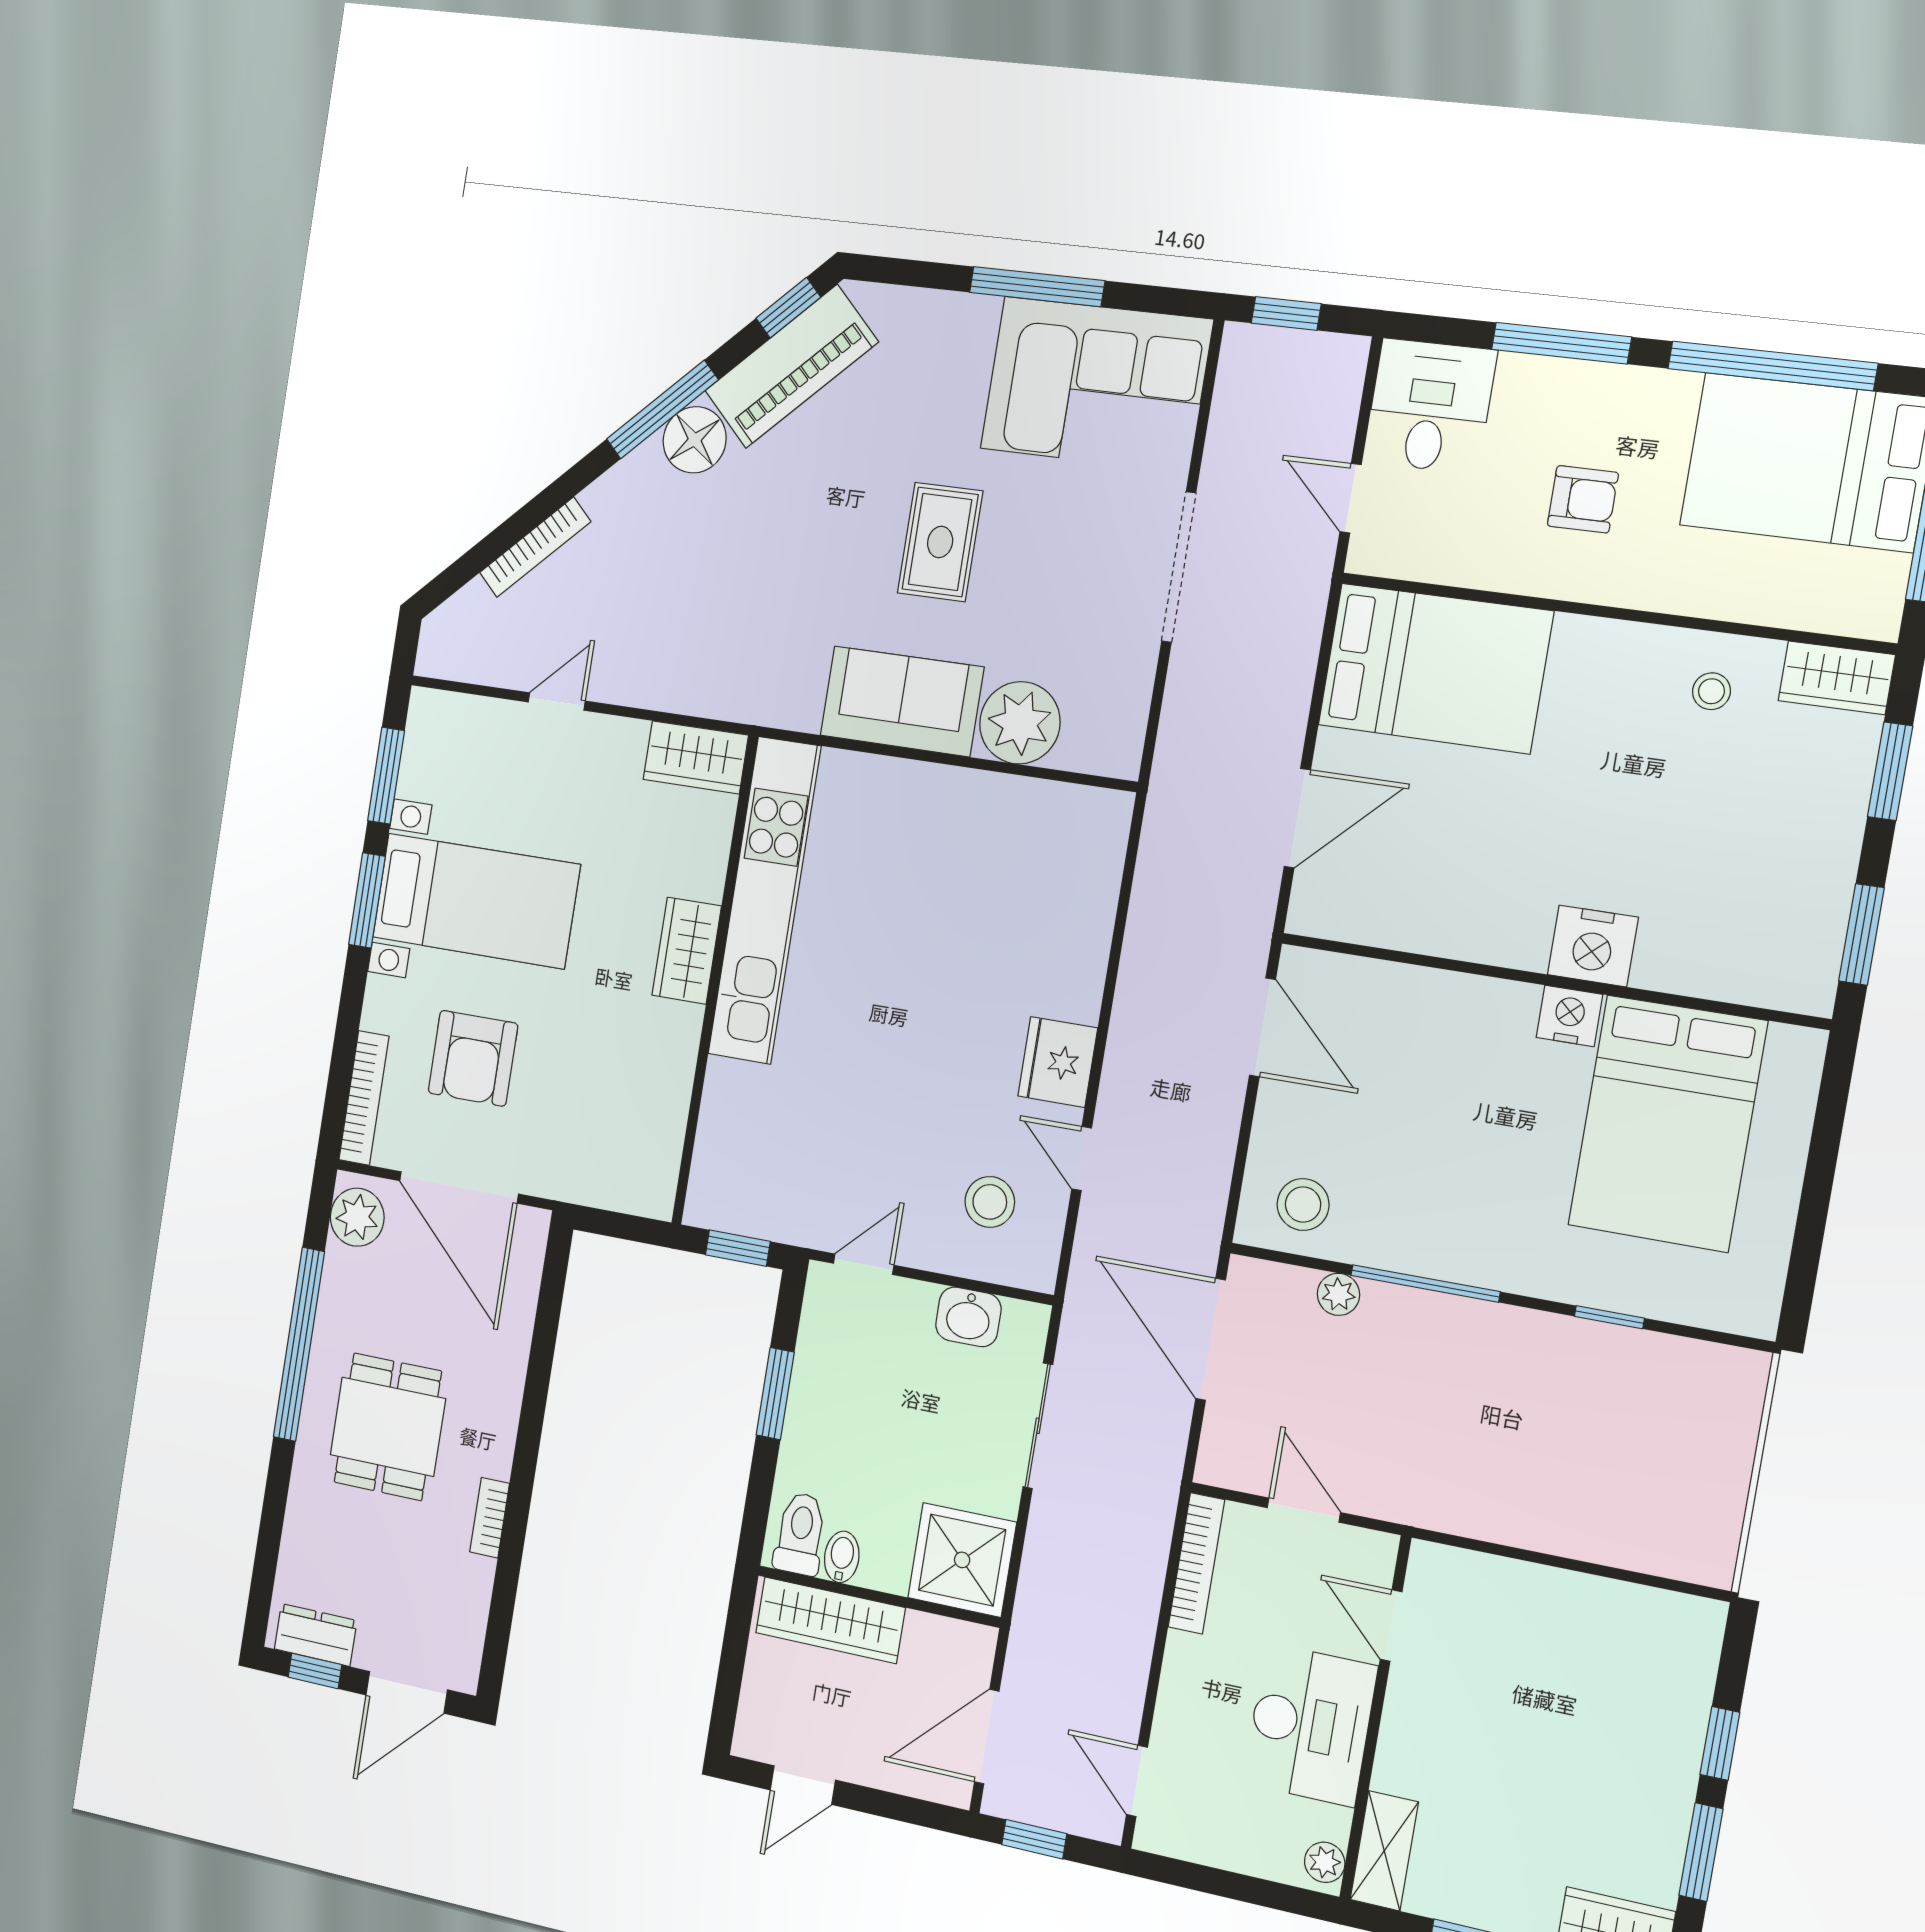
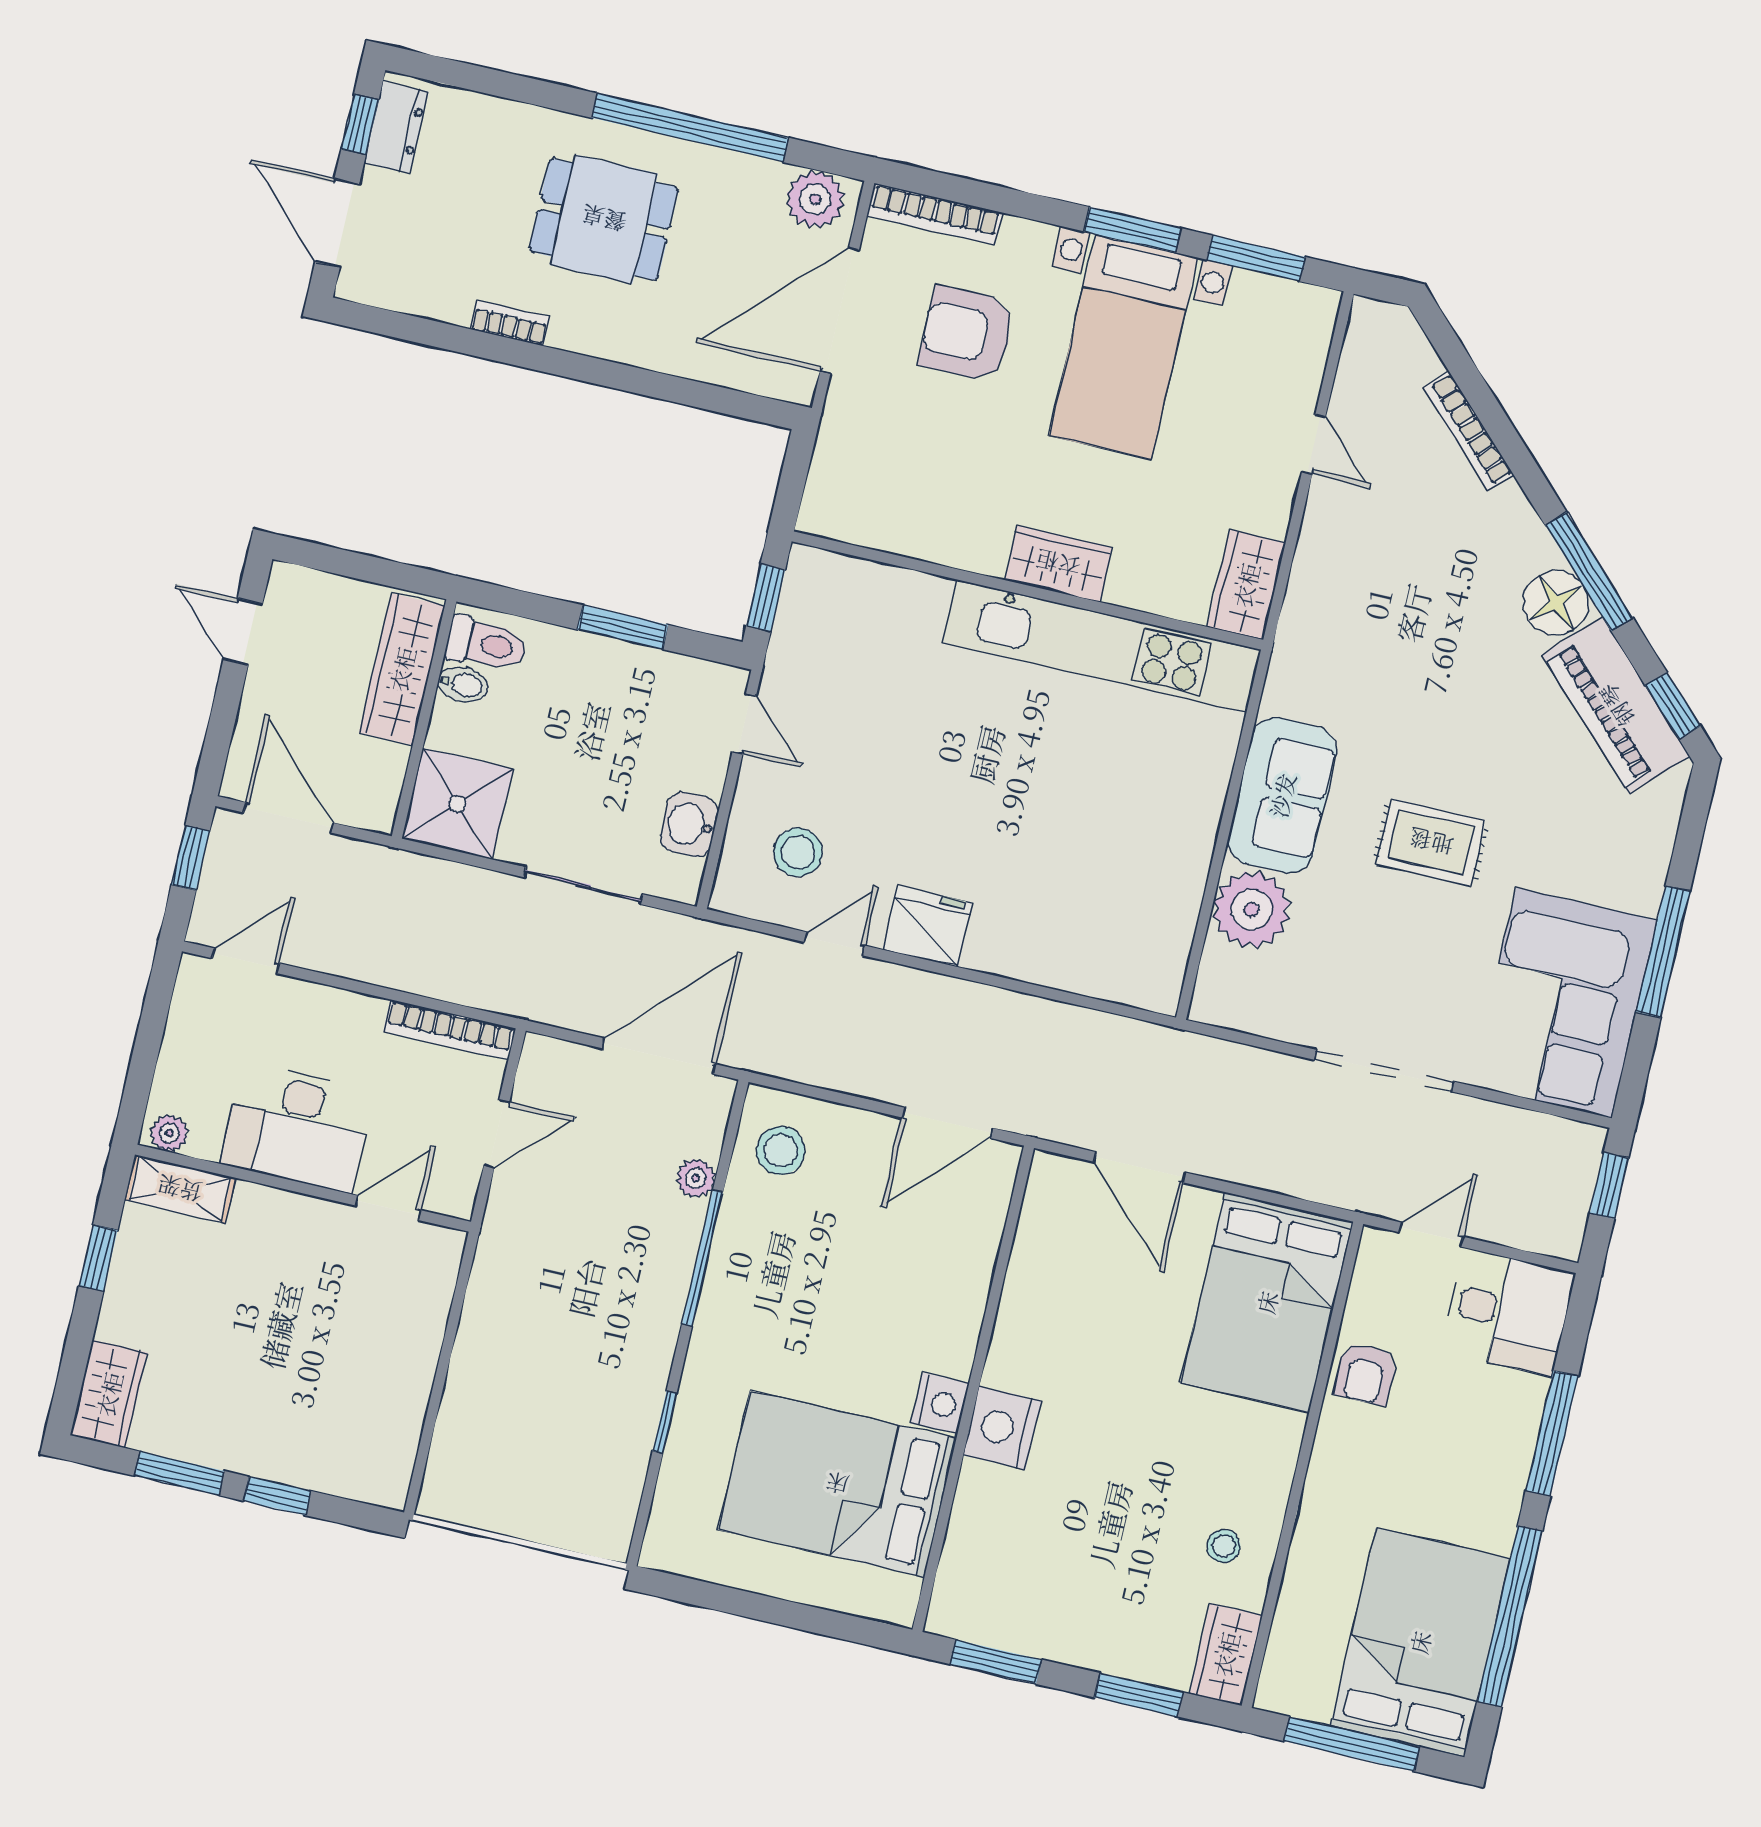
armchair: (1583, 499) -> (1365, 1374), moved

